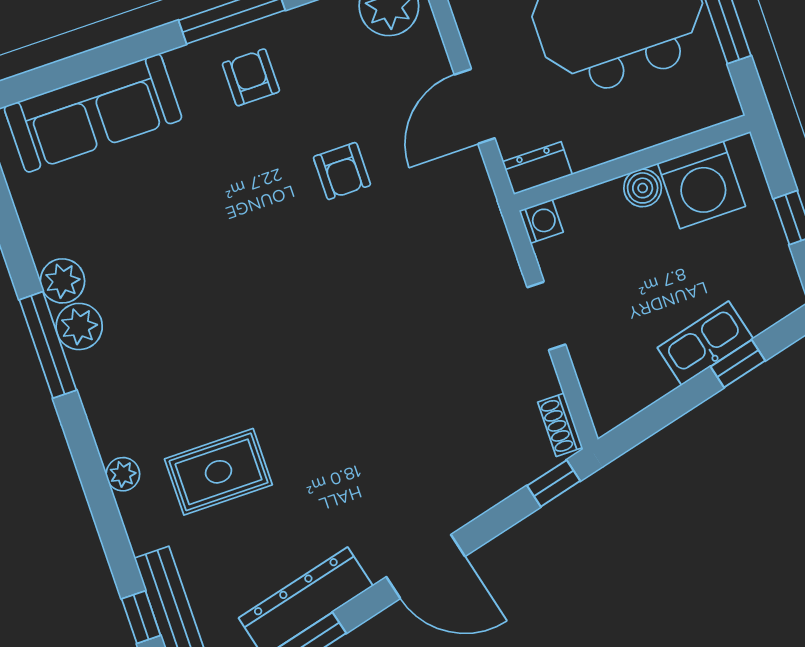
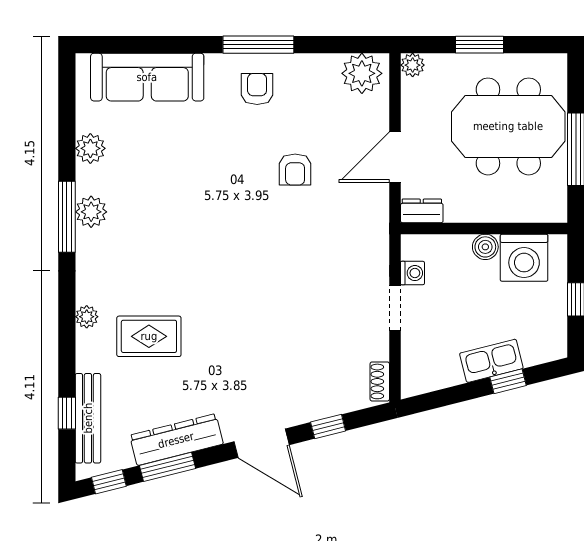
washing machine: (541, 221) -> (412, 273), moved
plant: (62, 281) -> (90, 148), moved
window: (554, 483) -> (328, 427), moved

